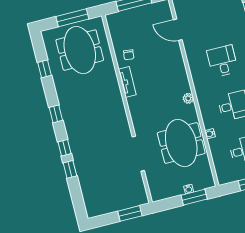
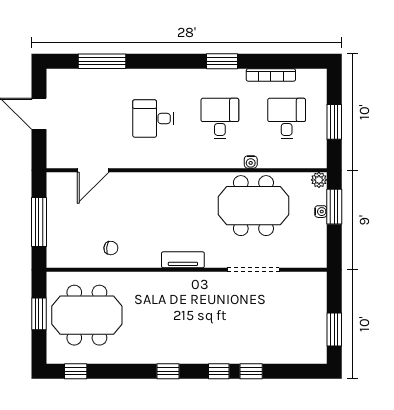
window: (72, 18) -> (39, 314), width x0.69
window: (44, 69) -> (76, 371), moved
tv unit: (127, 82) -> (183, 260), moved
plant: (188, 98) -> (319, 180), moved
window: (130, 213) -> (334, 329), moved

